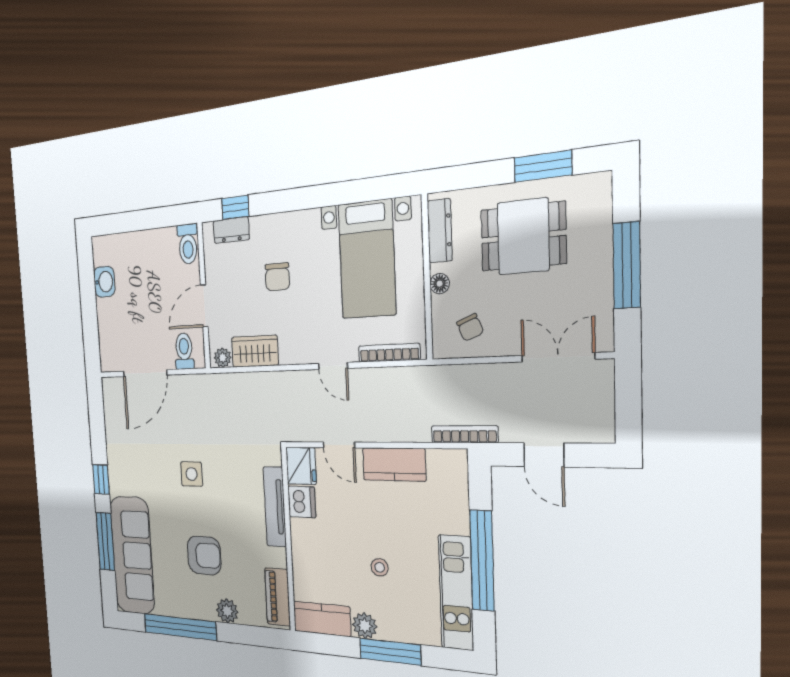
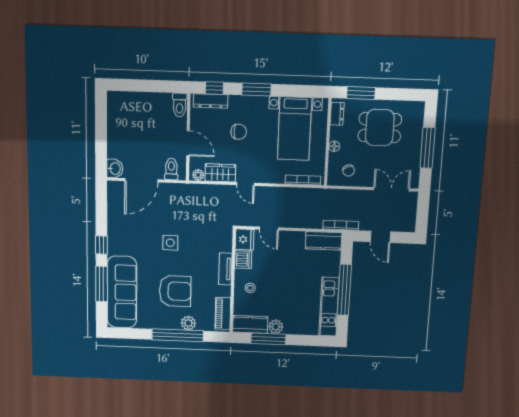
window: (543, 166) -> (361, 93), moved
window: (299, 199) -> (256, 90), added
dresser: (231, 230) -> (211, 101), width x1.44
dresser: (440, 231) -> (337, 114), width x0.70
chair: (277, 277) -> (239, 132), turned -90
washbasin: (104, 282) -> (115, 169), moved
door: (204, 306) -> (188, 143), swing flipped
door: (333, 366) -> (245, 184), moved
kitchen counter: (394, 464) -> (324, 241), moved
tv unit: (275, 507) -> (225, 269), width x0.71
armchair: (204, 555) -> (175, 291), width x1.36, depth x1.36
stool: (380, 567) -> (250, 288), moved
window: (180, 627) -> (178, 335), moved
window: (390, 652) -> (268, 339), moved

